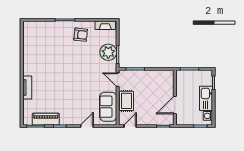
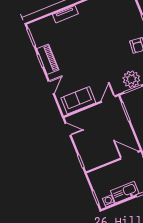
rug: (126, 101) -> (91, 116), removed
door: (175, 105) -> (129, 155), moved
piano: (46, 119) -> (48, 59), moved
door: (87, 126) -> (51, 87), hinge flipped

